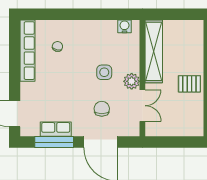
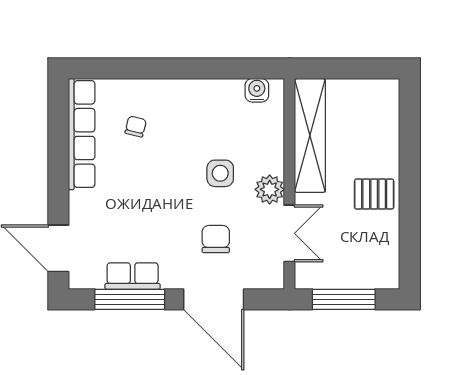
window: (173, 142) -> (344, 299), added

